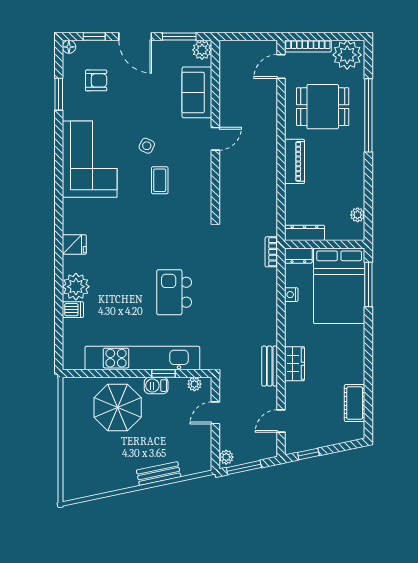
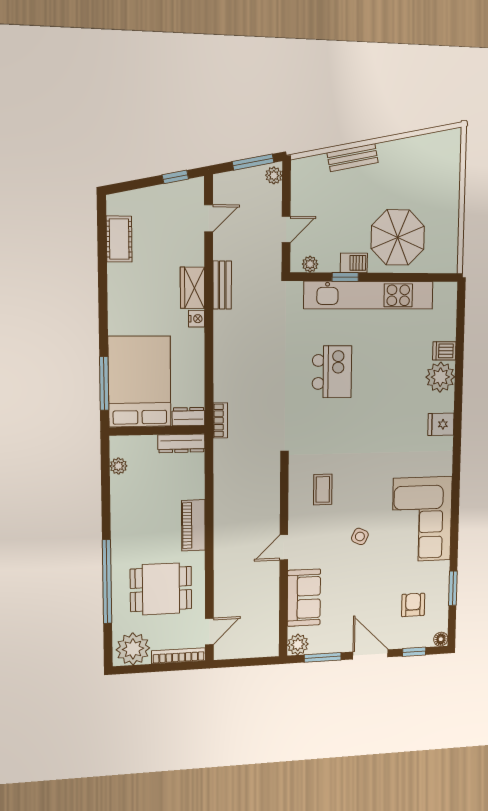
armchair: (96, 80) -> (413, 605), turned 90
coffee table: (160, 180) -> (323, 489), moved
nightstand: (291, 295) -> (197, 319), moved

